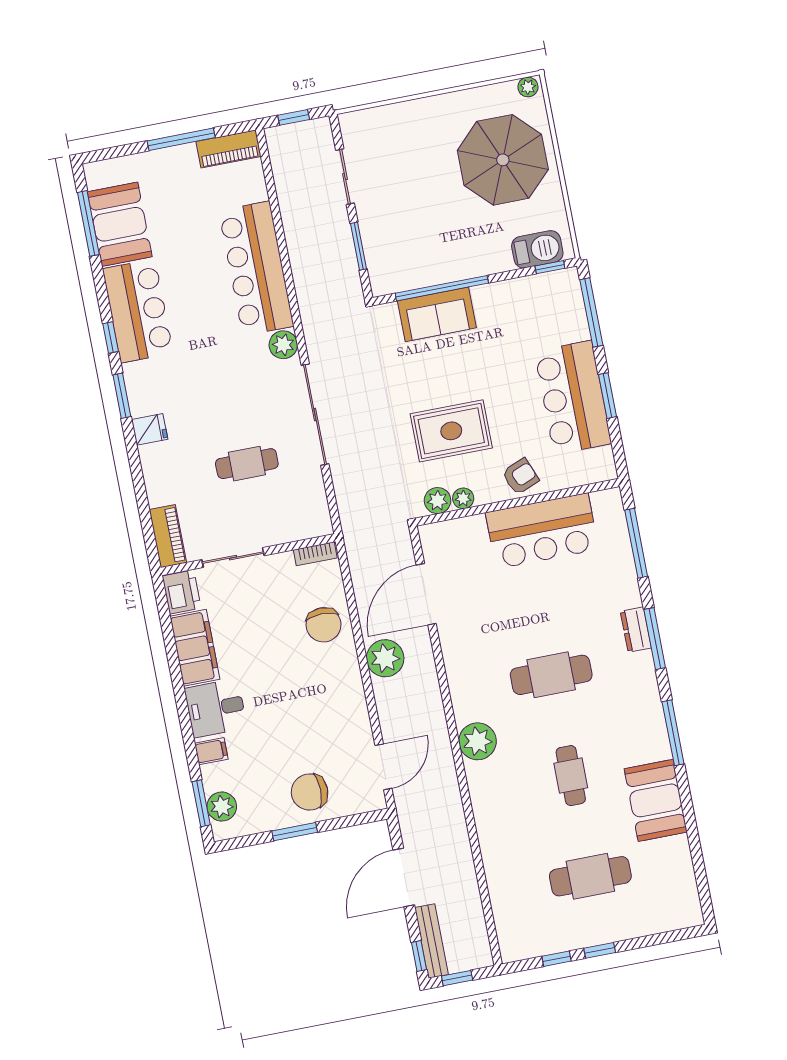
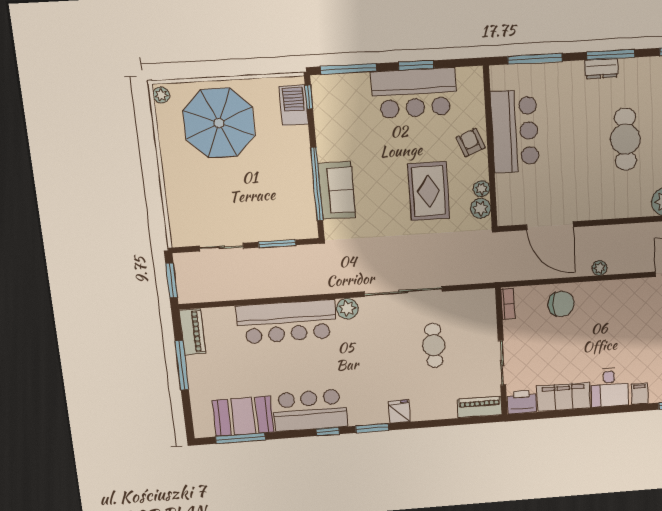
window: (294, 117) -> (172, 280), width x1.50
plant: (385, 658) -> (600, 268), width x0.53, depth x0.53

